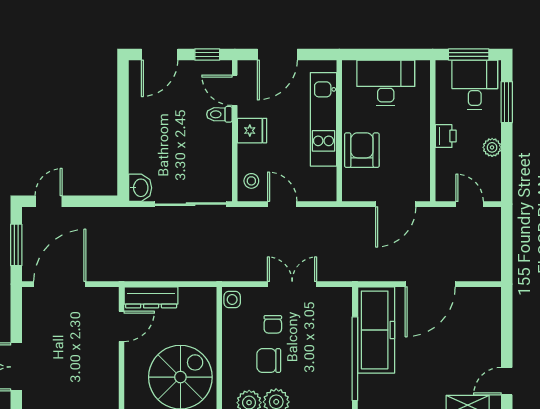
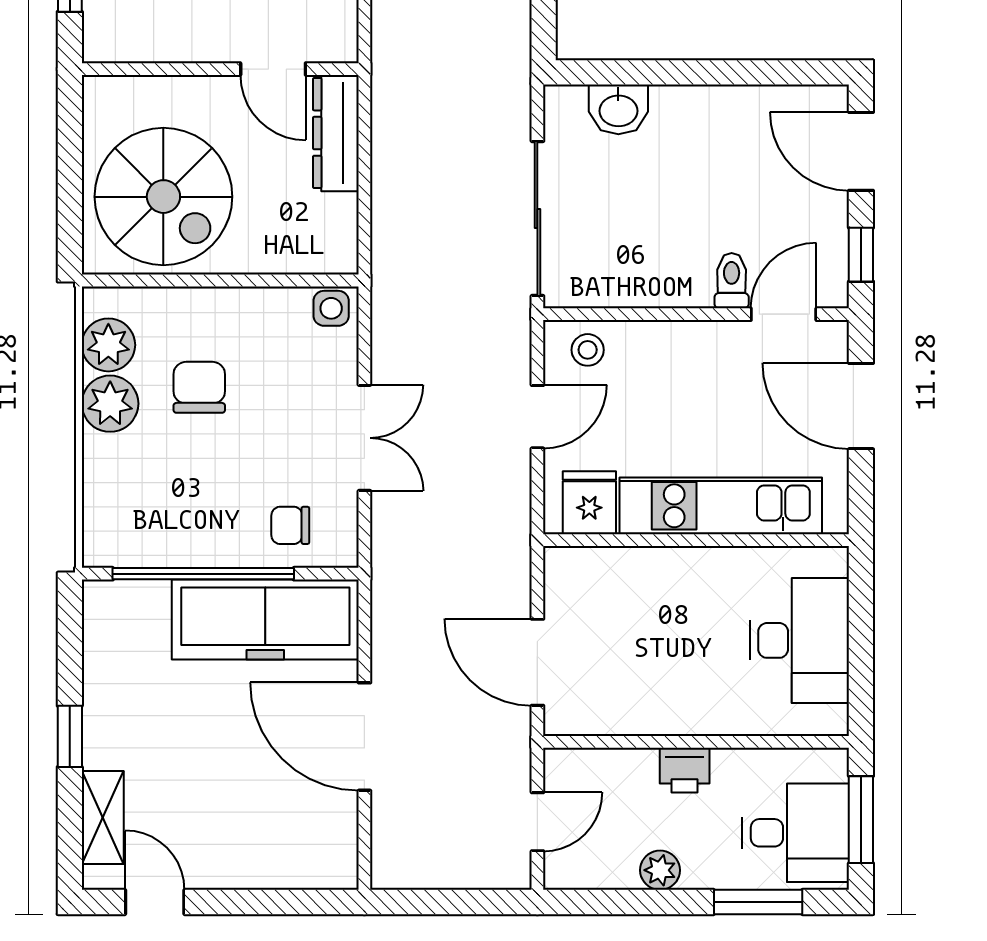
fridge: (252, 131) -> (589, 503), moved, turned 180
armchair: (362, 150) -> (654, 589), removed
washbasin: (140, 188) -> (618, 109), moved
chair: (273, 324) -> (290, 525), moved

